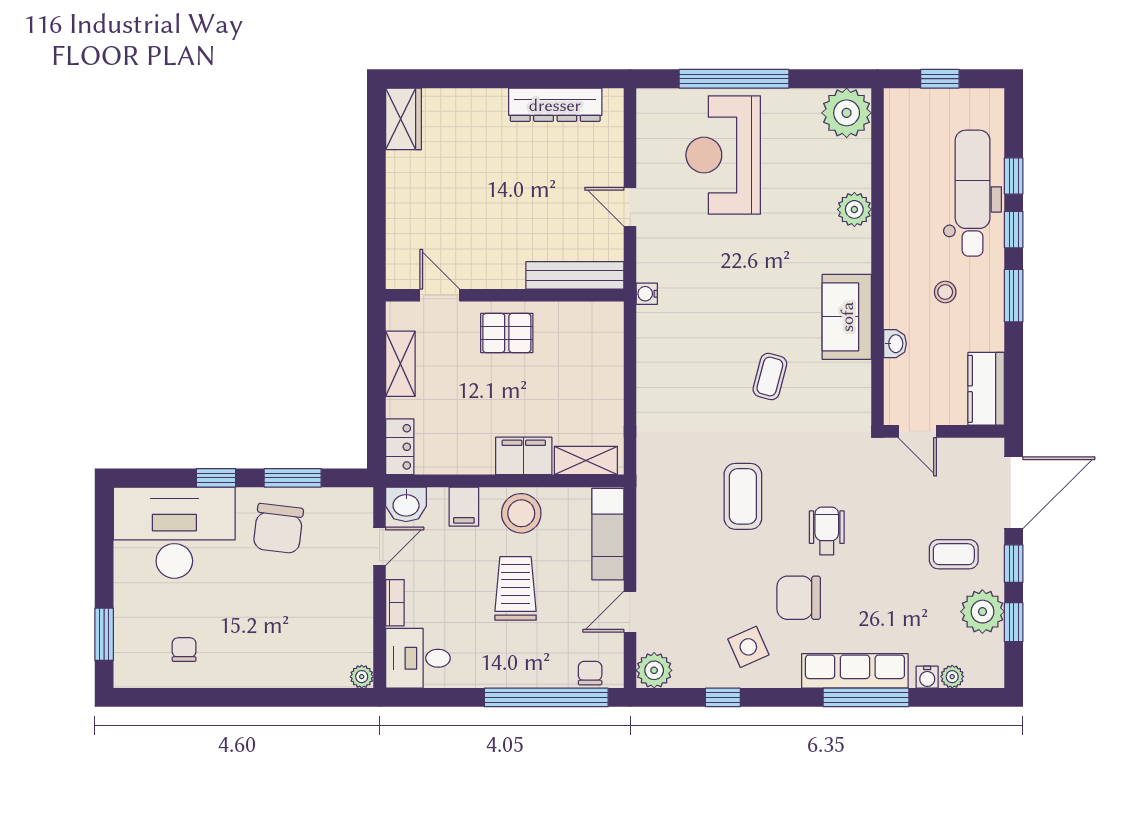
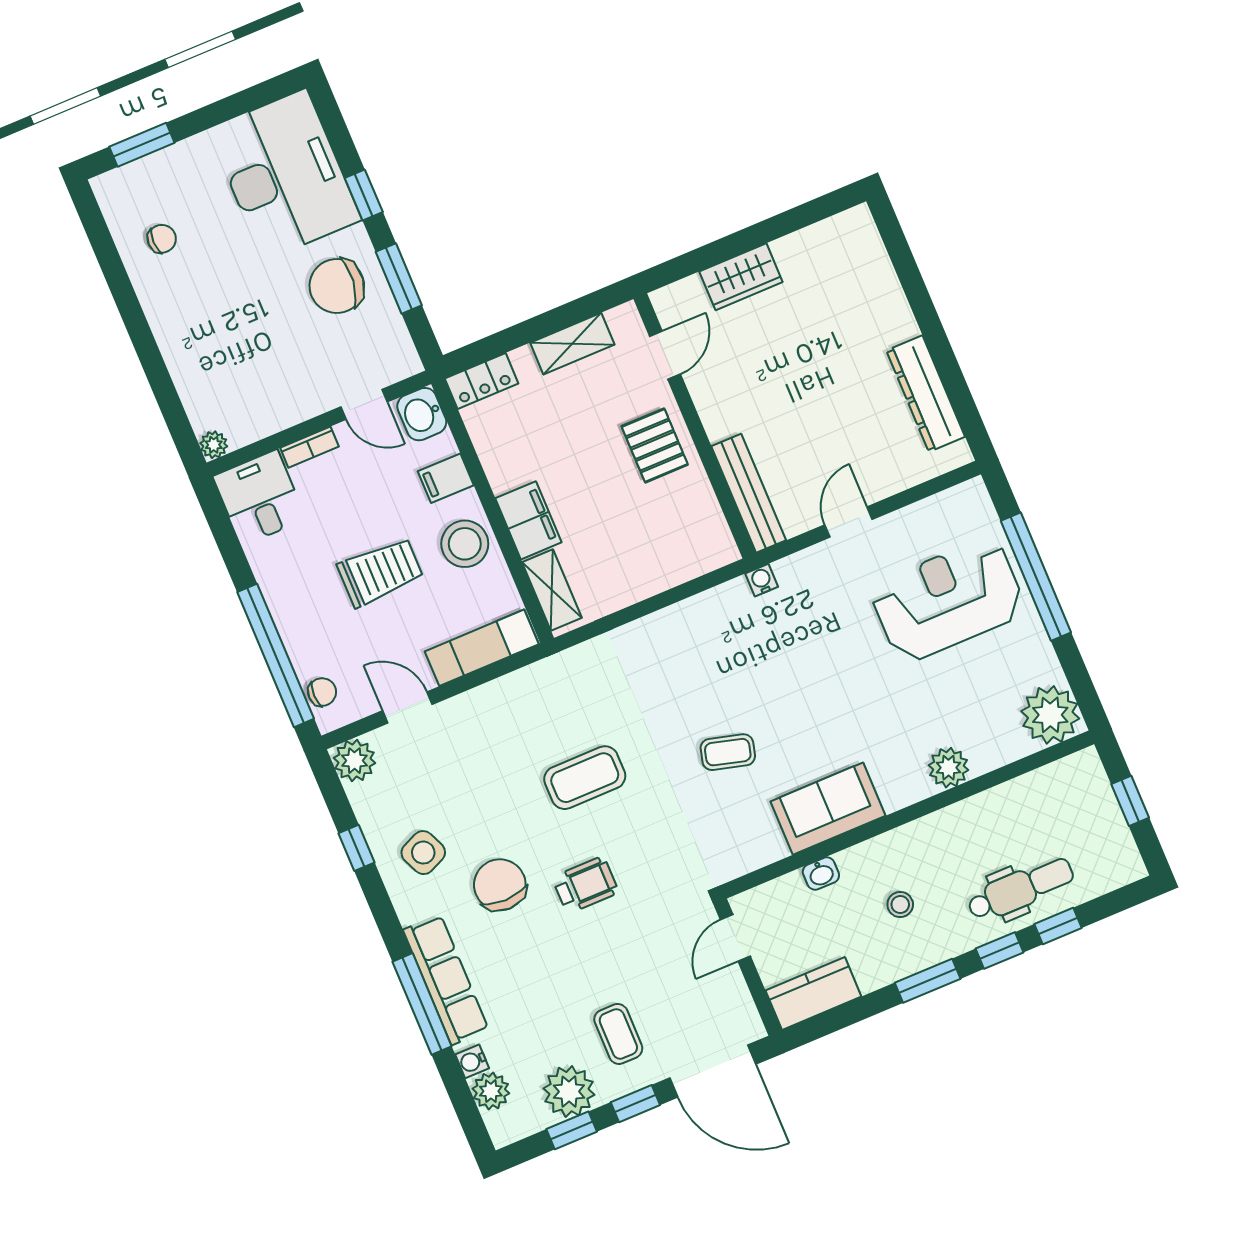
wardrobe: (404, 119) -> (741, 277), moved
dental chair: (973, 193) -> (1020, 889), width x0.73, depth x0.72
plant: (952, 677) -> (491, 1091), width x1.38, depth x1.38

